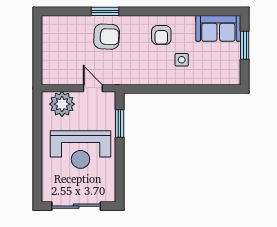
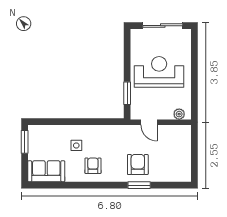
armchair: (107, 37) -> (138, 164), turned 87
window: (245, 45) -> (25, 142), moved
plant: (62, 104) -> (179, 114), width x0.53, depth x0.53

